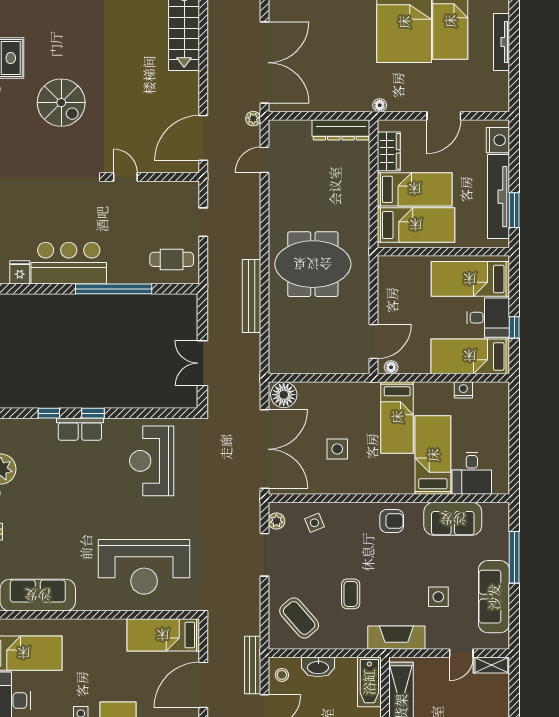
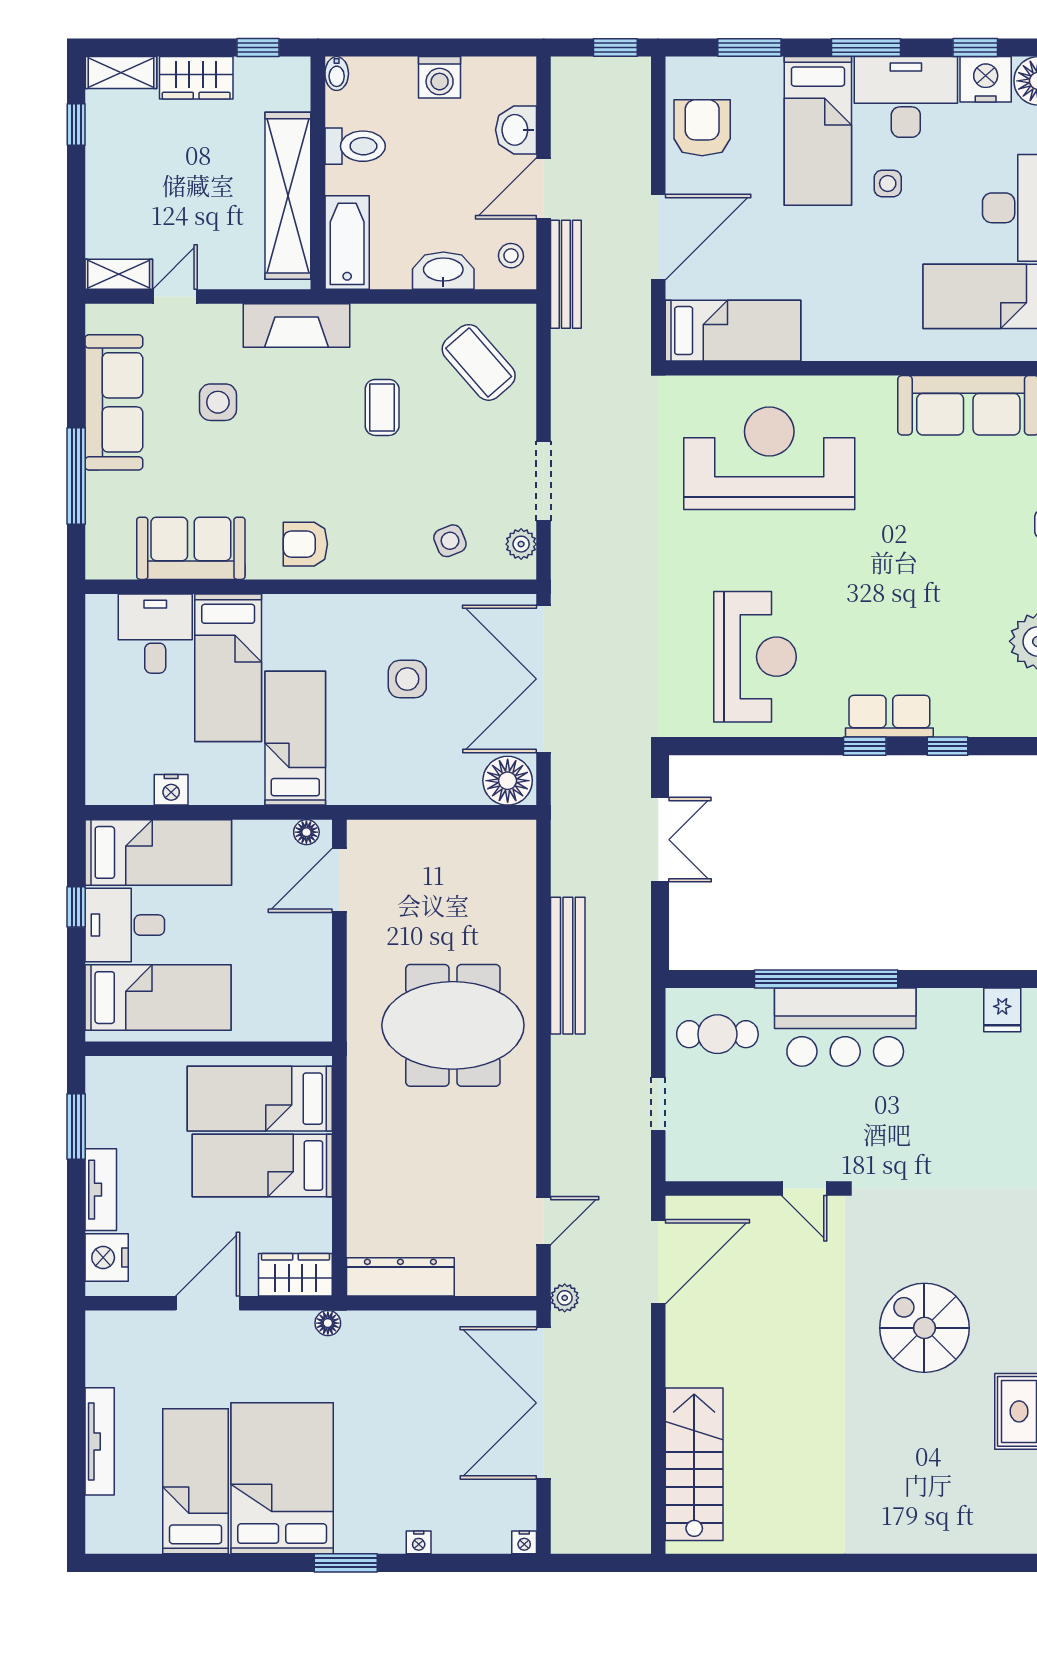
wardrobe: (389, 151) -> (295, 1275), moved, turned 90
tv unit: (499, 197) -> (101, 1190), width x0.52, depth x0.78
bar counter: (69, 263) -> (845, 1027), moved

